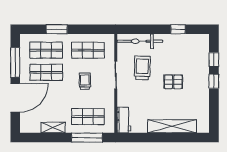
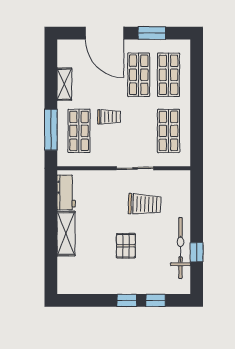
window: (57, 29) -> (197, 89), removed
bicycle: (140, 41) -> (180, 248), moved
window: (15, 62) -> (152, 33), width x0.69
trolley: (85, 81) -> (109, 117), moved
workbench: (124, 120) -> (66, 192), moved, turned -90
shelving: (172, 126) -> (66, 234), width x0.68

